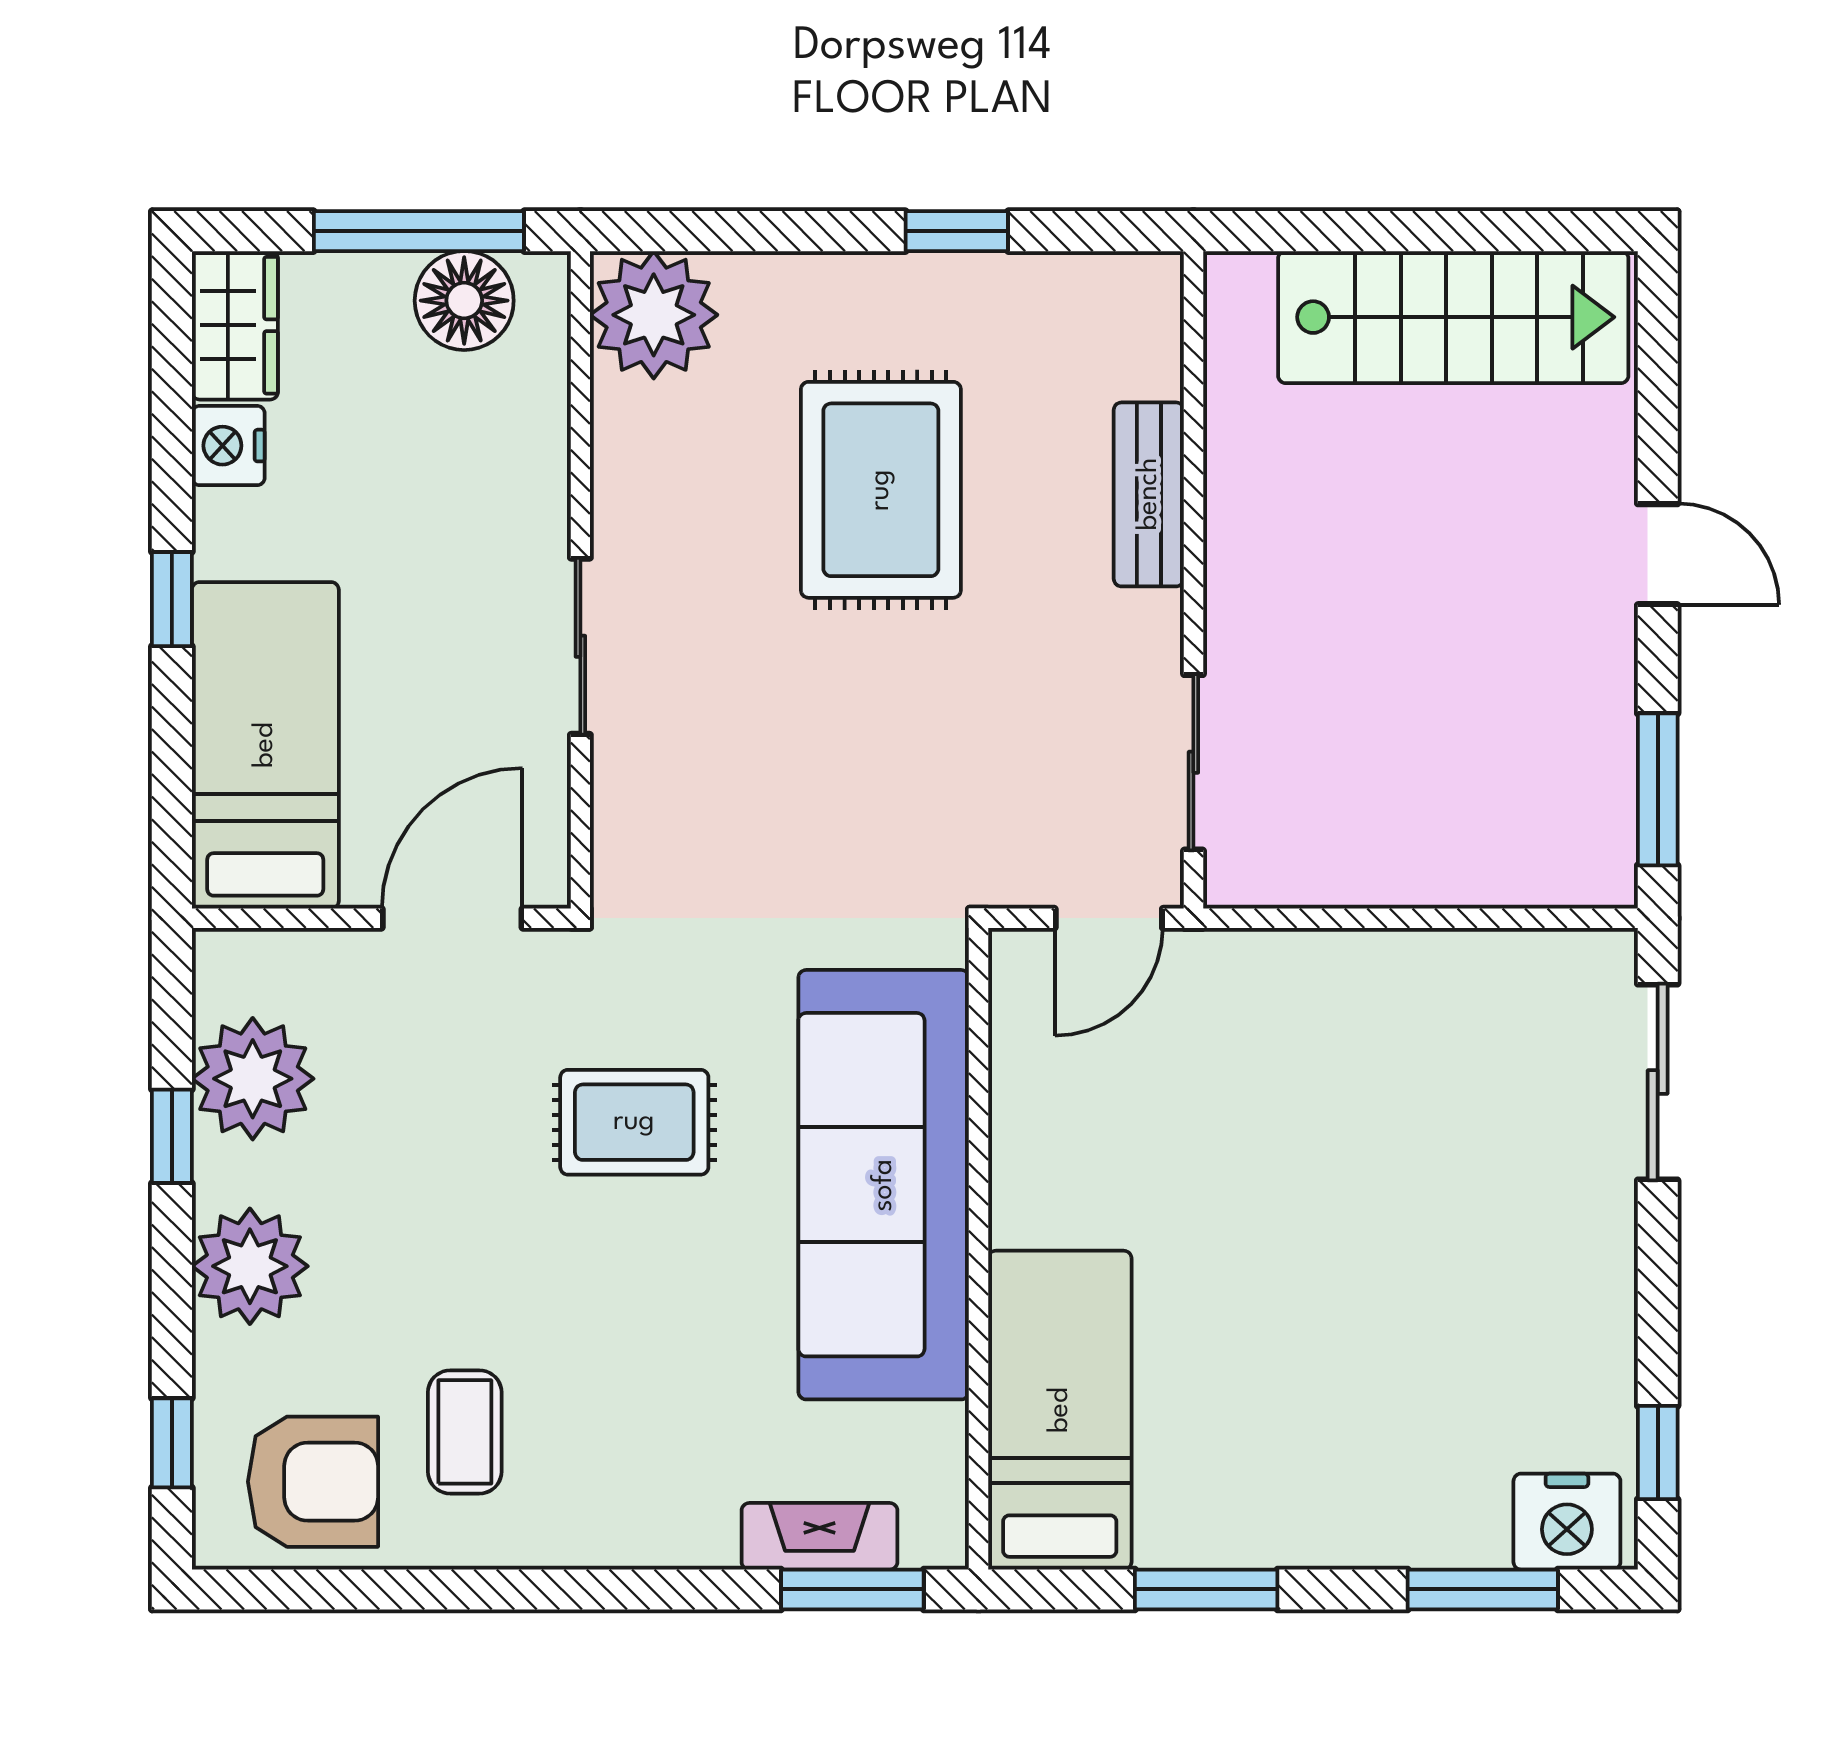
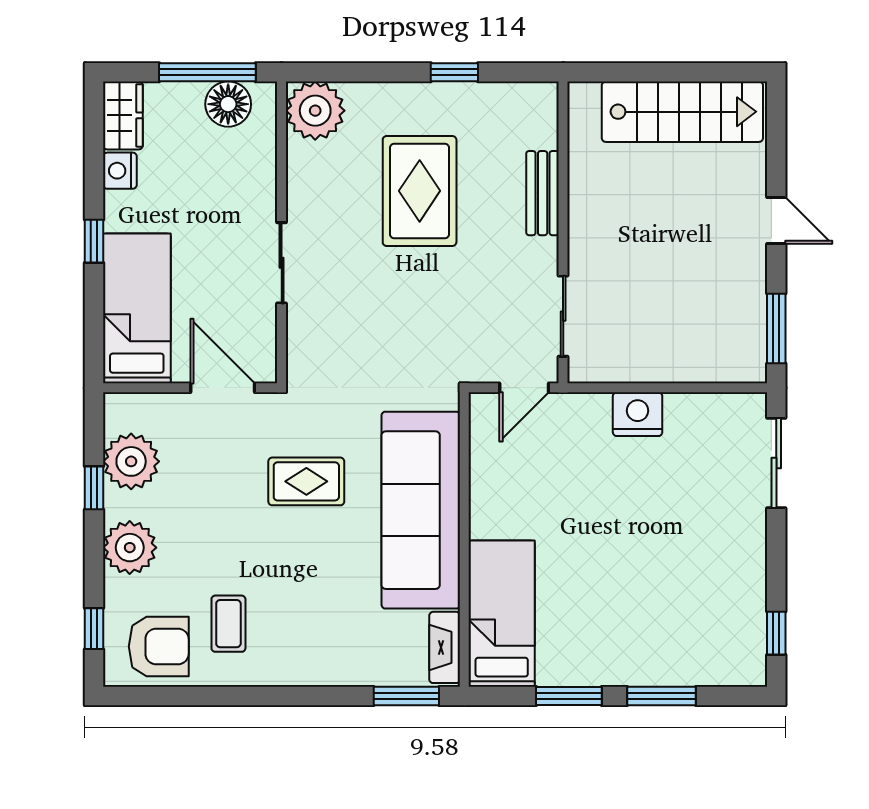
door: (452, 918) -> (223, 388), hinge flipped
nightstand: (1567, 1522) -> (638, 414), moved, turned 180
fireplace: (820, 1536) -> (445, 647), moved, turned -90
window: (1483, 1589) -> (662, 696), moved

